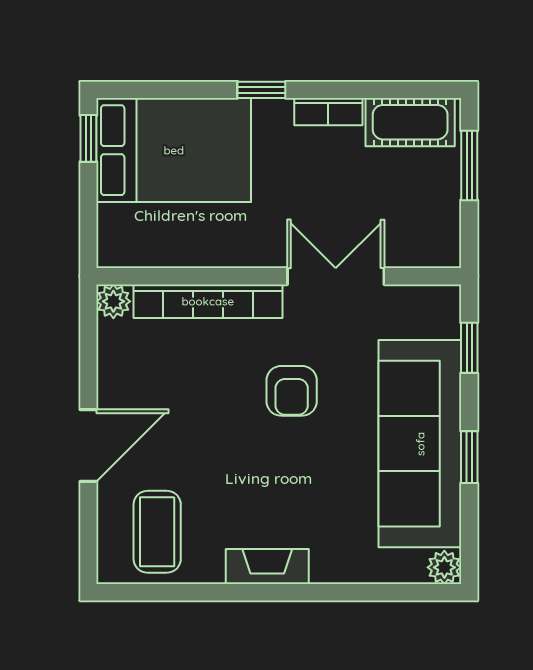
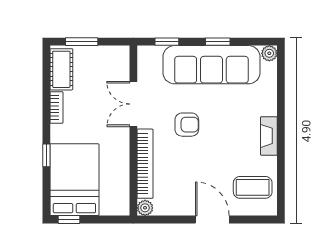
window: (261, 90) -> (46, 155), moved

